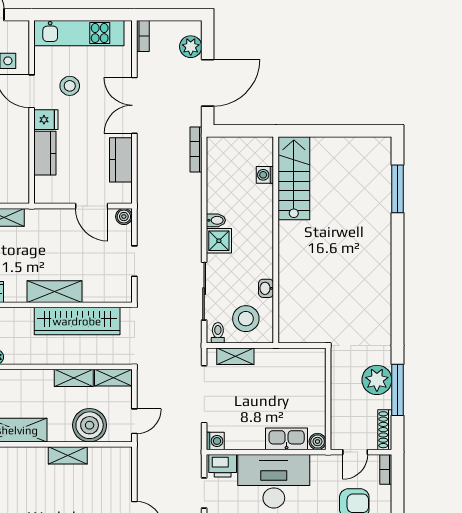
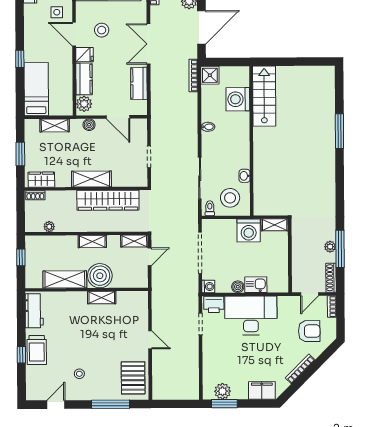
washing machine: (265, 175) -> (238, 99), width x1.89, depth x1.89
plant: (45, 188) -> (84, 104), added
window: (397, 189) -> (339, 131), moved
boiler: (124, 217) -> (89, 125), moved
shower: (219, 241) -> (210, 75), moved
shelving: (235, 356) -> (275, 225), moved
washing machine: (271, 364) -> (249, 230), added
shelving: (74, 378) -> (92, 241), moved
plant: (377, 380) -> (330, 247), width x0.53, depth x0.53
door: (134, 421) -> (150, 257), moved
boiler: (90, 425) -> (100, 276), moved
kitchen sink: (287, 439) -> (256, 285), width x0.73
boiler: (317, 442) -> (238, 287), moved

